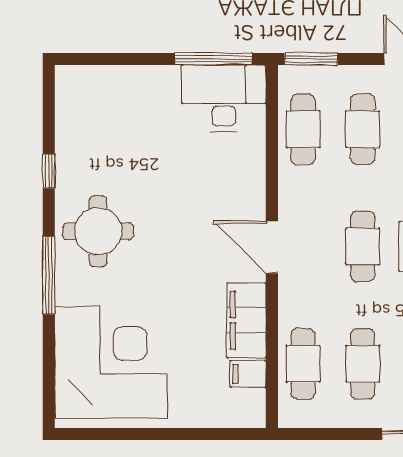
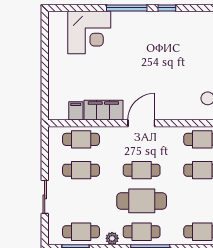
window: (49, 171) -> (167, 8), moved
round table: (98, 231) -> (149, 33), removed
corner desk: (111, 363) -> (89, 32), width x0.74, depth x0.74

